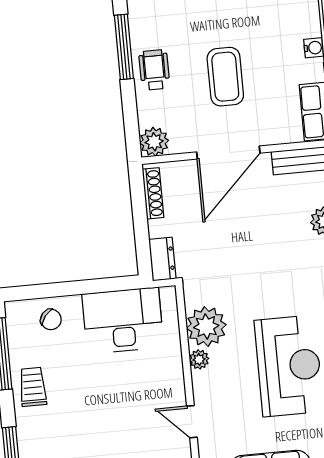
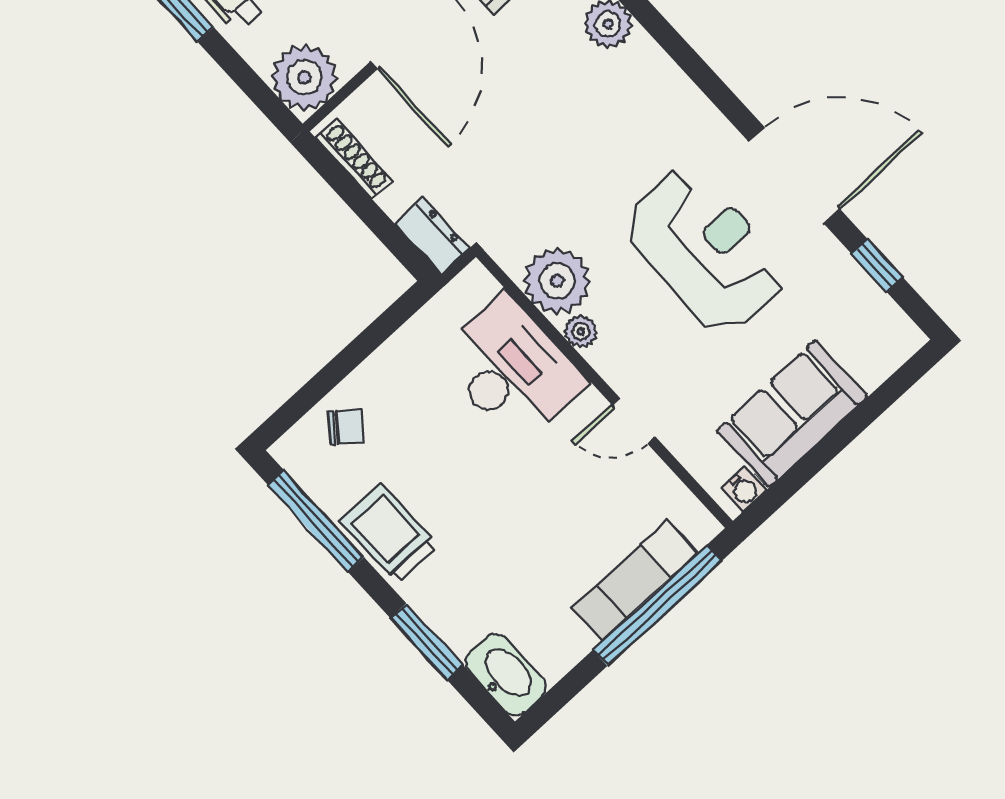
plant: (154, 142) -> (305, 77), width x1.36, depth x1.36
desk: (123, 321) -> (511, 369), moved, turned 90
trolley: (33, 387) -> (389, 534), width x1.36, depth x1.39

